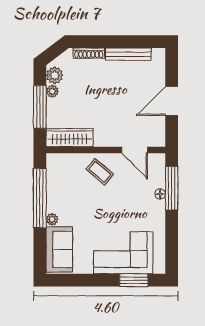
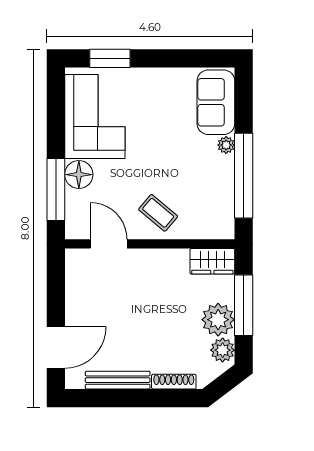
plant: (52, 91) -> (218, 320), width x1.88, depth x1.88
door: (172, 101) -> (56, 348), moved
wardrobe: (70, 138) -> (212, 261), width x0.67
floor lamp: (160, 194) -> (79, 175), width x1.89, depth x1.89
corner sofa: (123, 253) -> (95, 117), moved, turned -90

